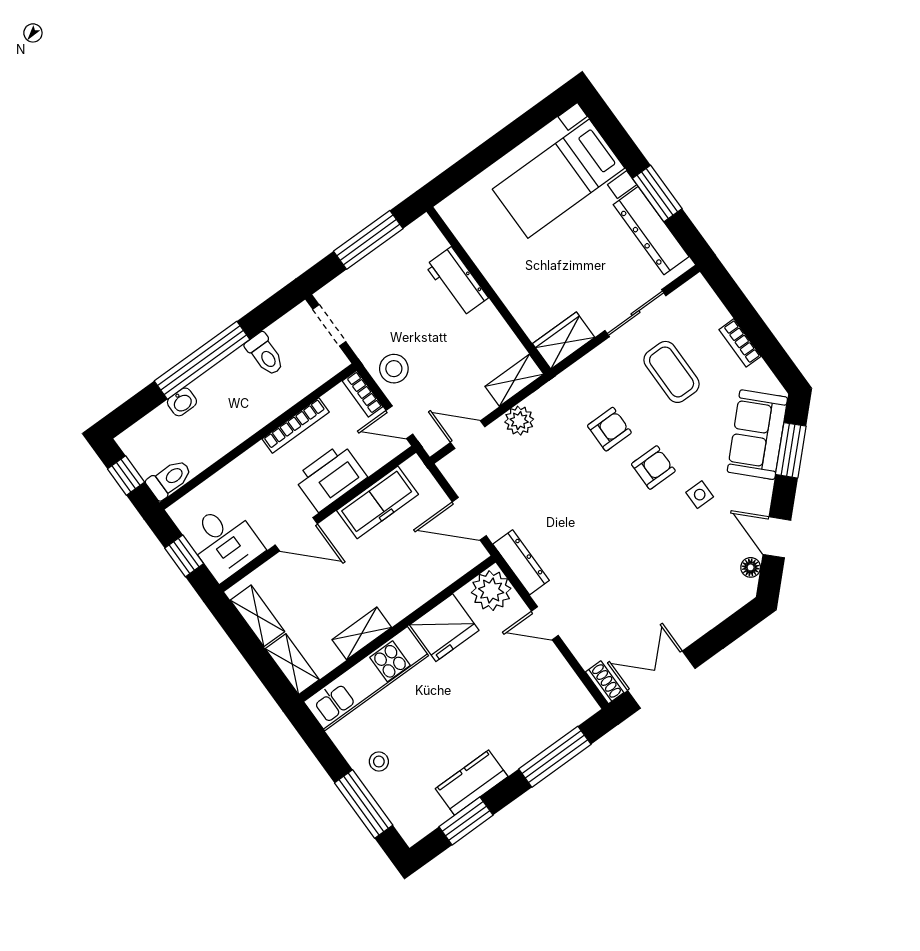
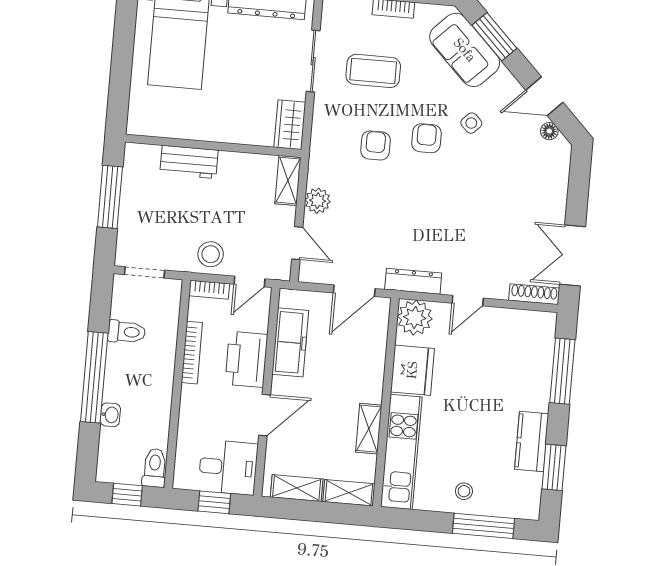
door: (468, 435) -> (297, 243), swing flipped
side table: (700, 495) -> (471, 123), turned 45
shoe rack: (605, 682) -> (534, 294), width x1.43

